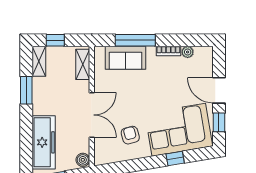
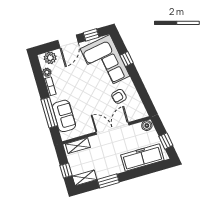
plant: (205, 62) -> (50, 58), added

